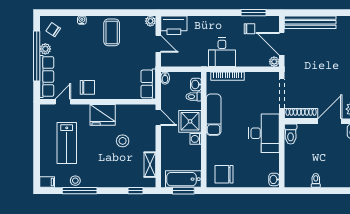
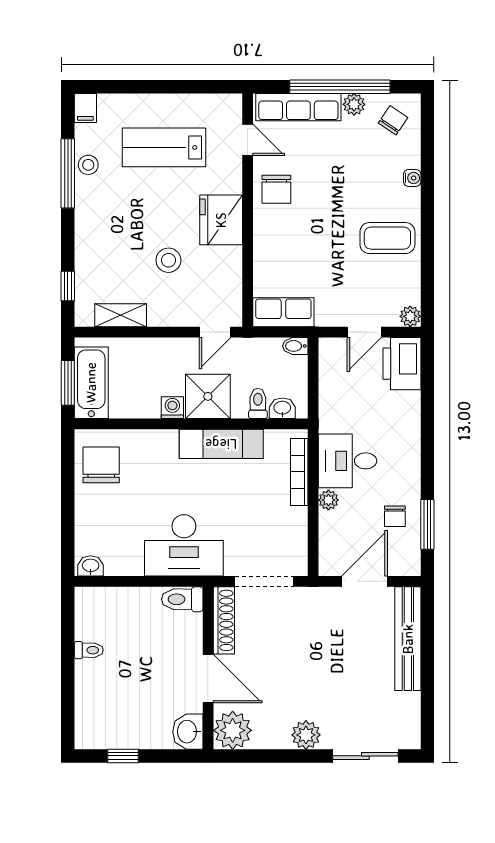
plant: (274, 62) -> (328, 500), moved

